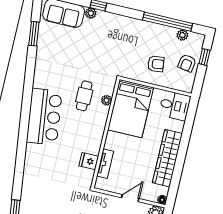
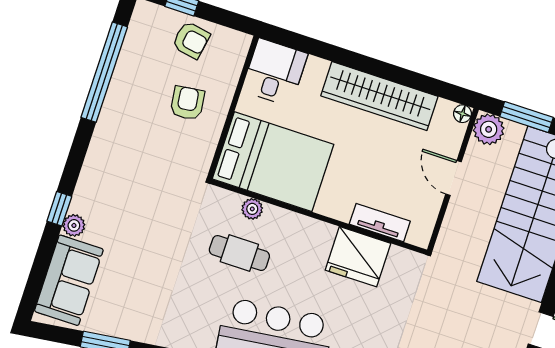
plant: (182, 35) -> (134, 45), removed
fridge: (89, 161) -> (358, 257), width x1.88, depth x1.34

